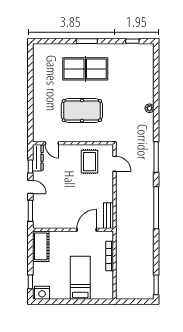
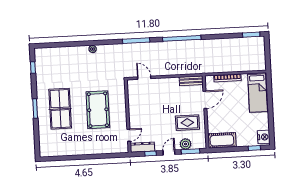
rug: (89, 162) -> (187, 123), moved
door: (115, 164) -> (144, 78), hinge flipped
plant: (39, 206) -> (186, 144), added
door: (87, 230) -> (205, 100), swing flipped
bed: (80, 278) -> (258, 92), moved, turned -90

